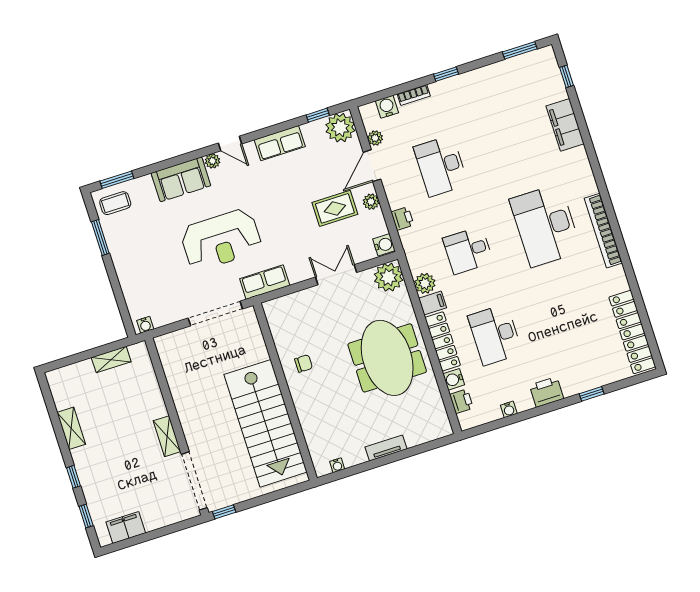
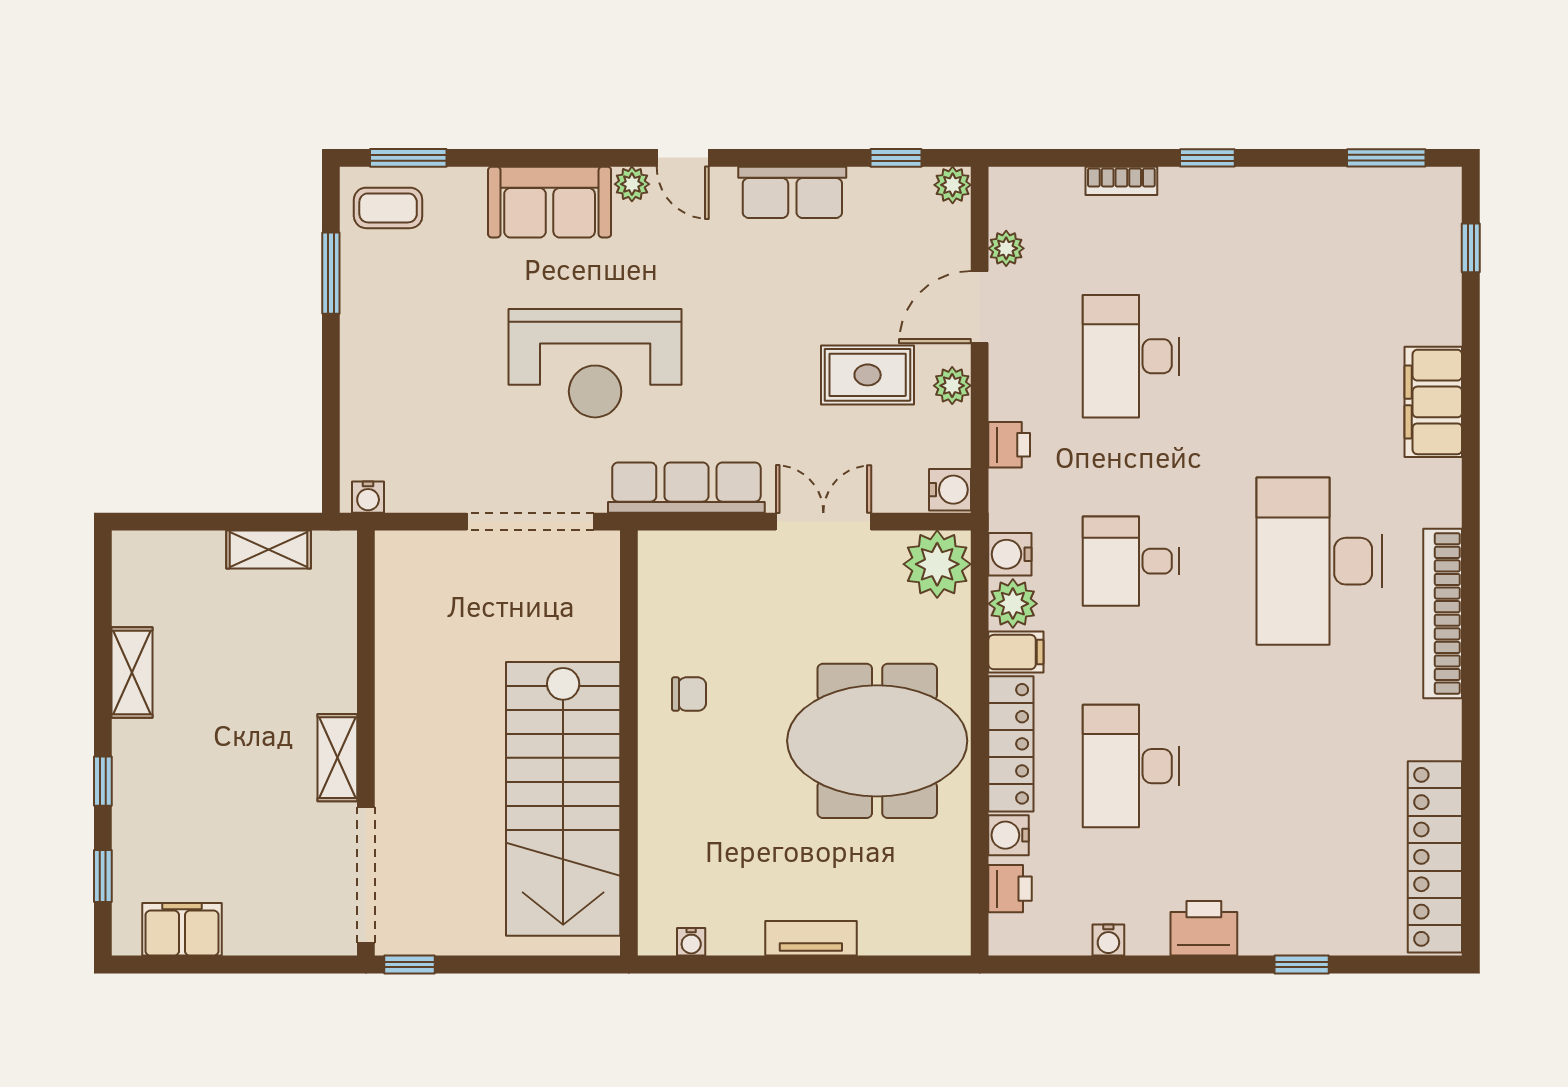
water cooler: (387, 107) -> (1010, 554), moved, turned -90
filing cabinet: (565, 125) -> (1433, 402), moved
plant: (340, 128) -> (953, 185), width x0.53, depth x0.53
row of seats: (265, 282) -> (686, 488), width x1.48
meeting table: (387, 358) -> (877, 741), turned 90

